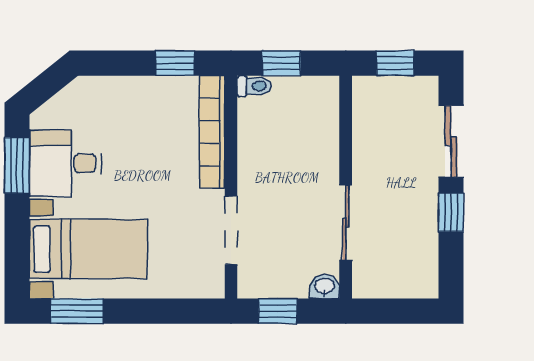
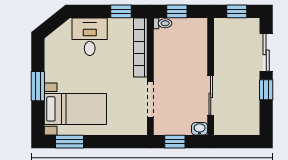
desk: (65, 163) -> (90, 37), moved, turned 90
window: (17, 165) -> (38, 86), moved

